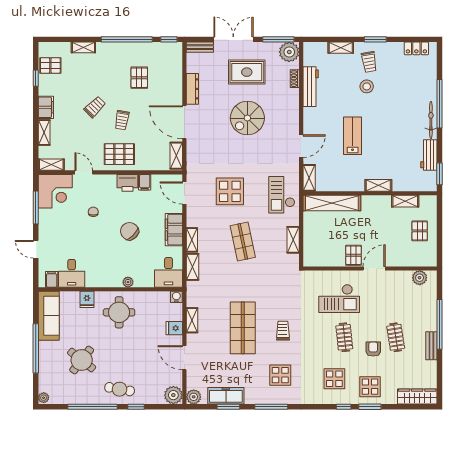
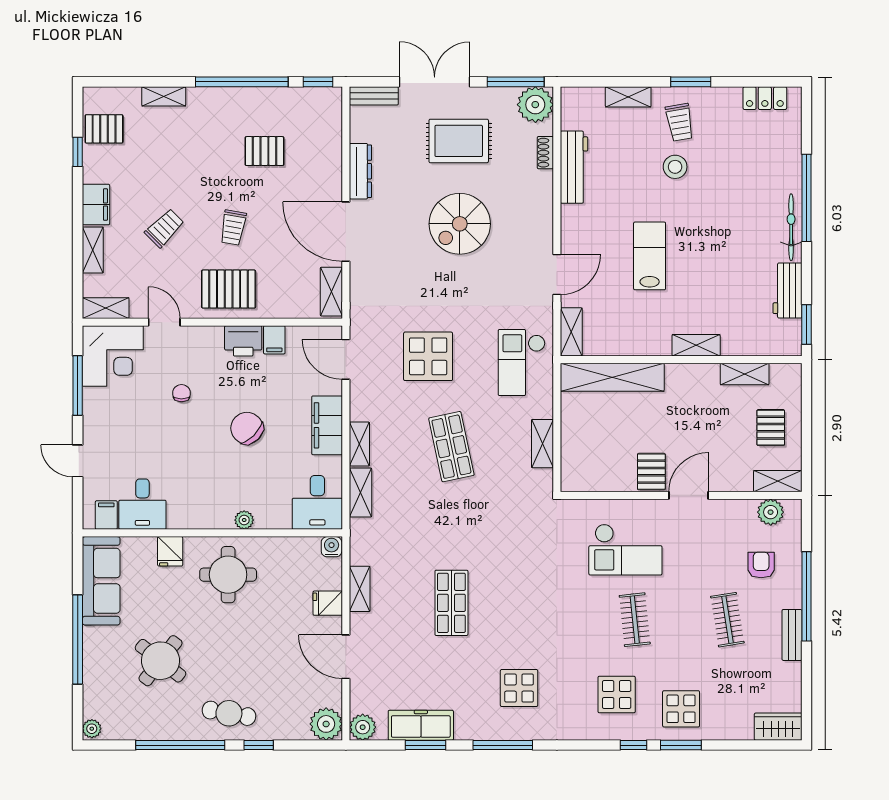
pallet: (139, 78) -> (264, 151), turned 90
trolley: (95, 107) -> (164, 228), moved
shelving: (424, 261) -> (778, 481), added
shop shelf: (243, 328) -> (451, 603), width x0.70, depth x0.74
trolley: (283, 331) -> (524, 608), removed
armchair: (373, 349) -> (761, 565), moved
wardrobe: (417, 397) -> (778, 727), width x0.67

